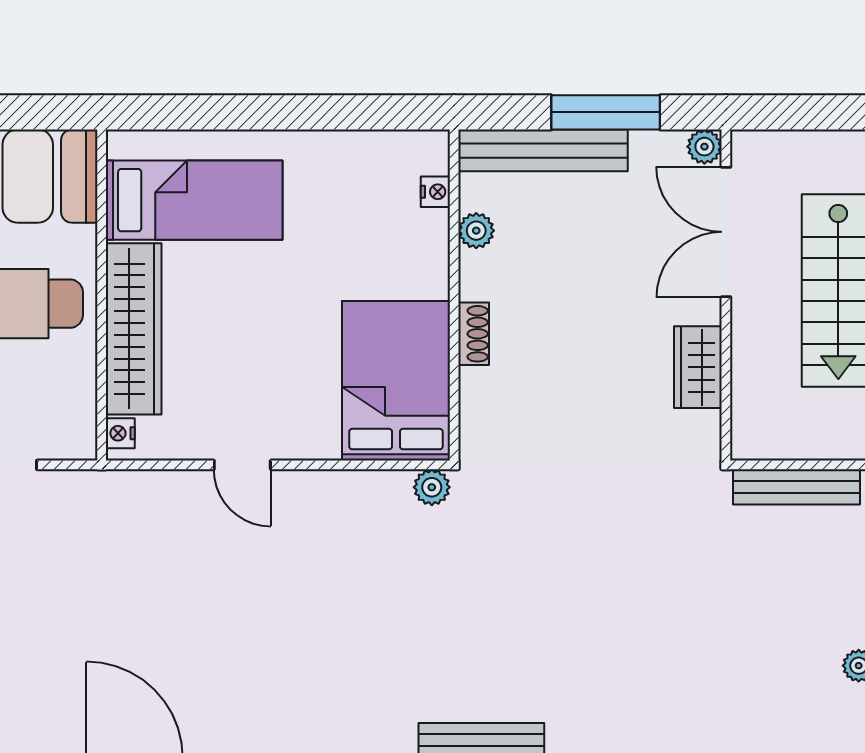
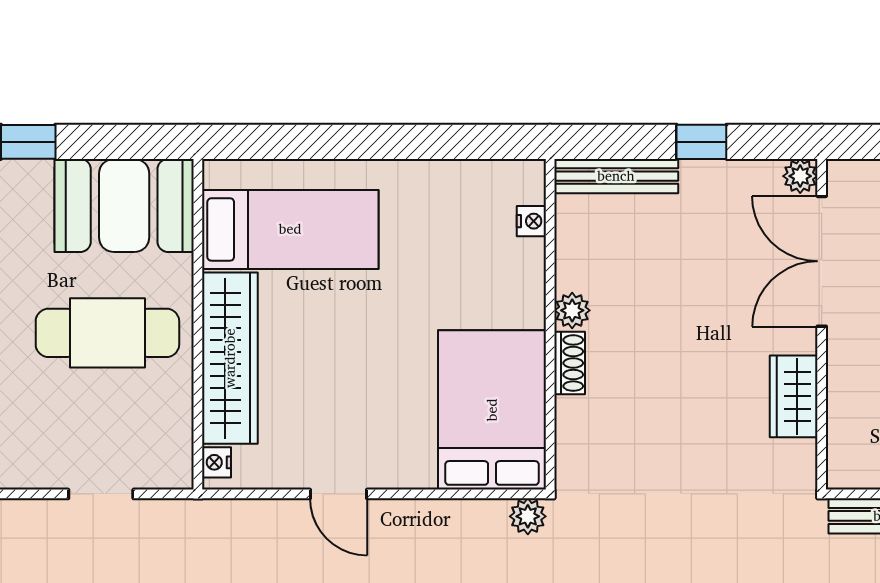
window: (606, 112) -> (701, 142), width x0.46
bench: (543, 150) -> (616, 176), width x0.73, depth x0.82
plant: (476, 231) -> (572, 310), moved

